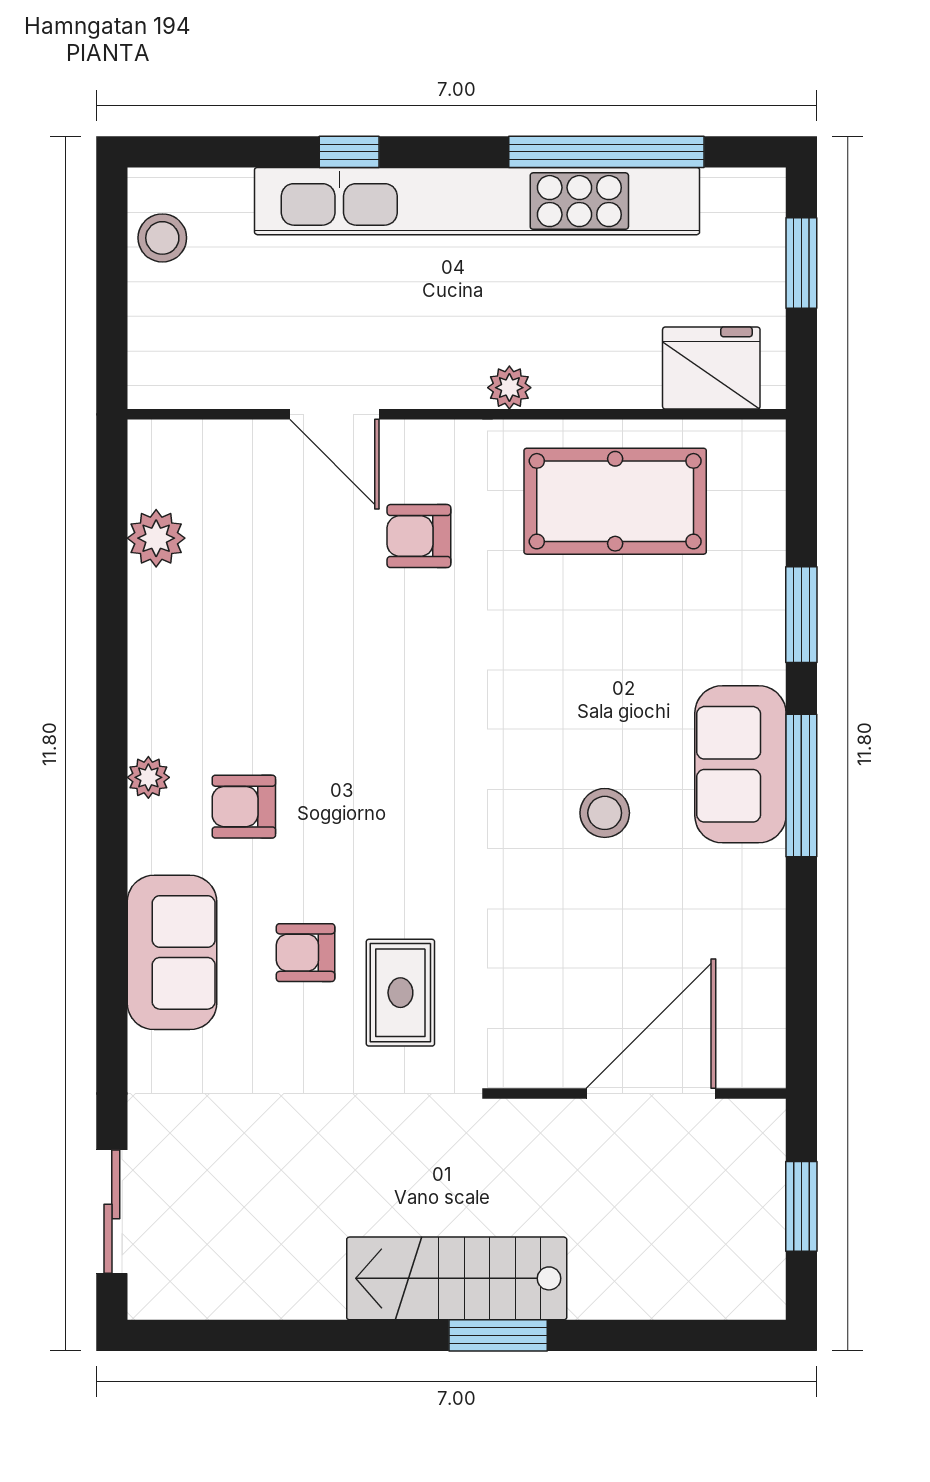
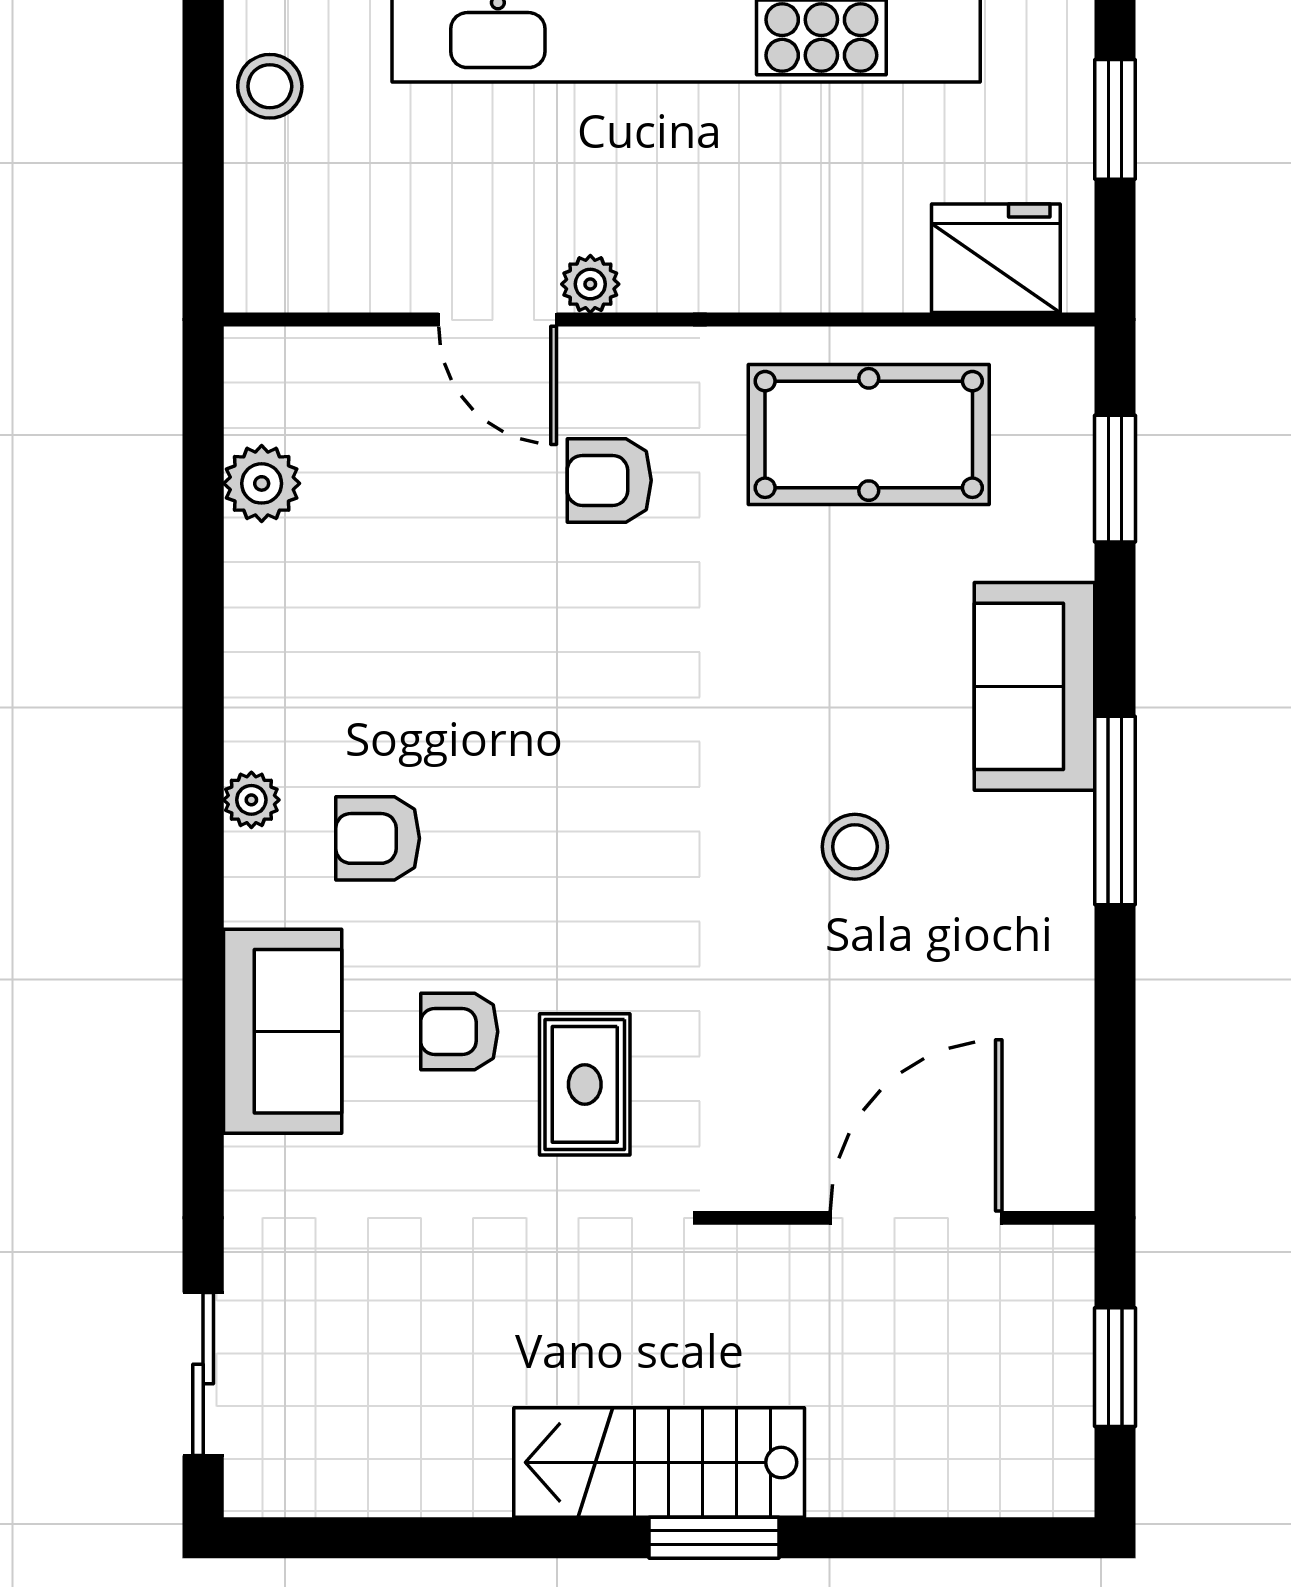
plant: (509, 388) -> (590, 284), moved
window: (801, 615) -> (1115, 479), moved
sofa: (740, 764) -> (1034, 686), moved

